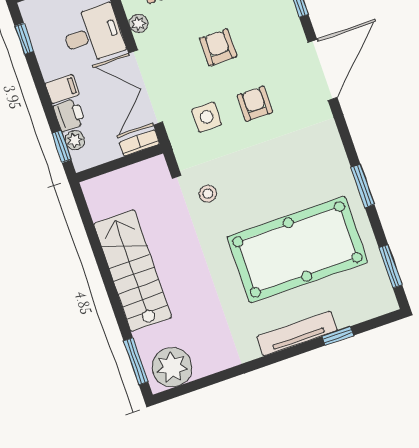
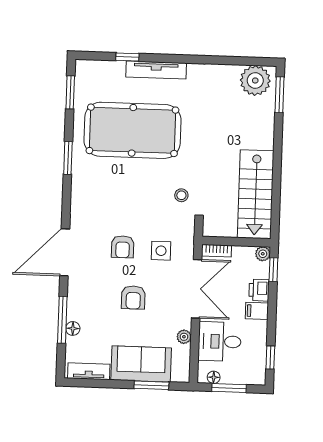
plant: (75, 140) -> (263, 254), moved
stairs: (133, 271) -> (256, 194), moved

